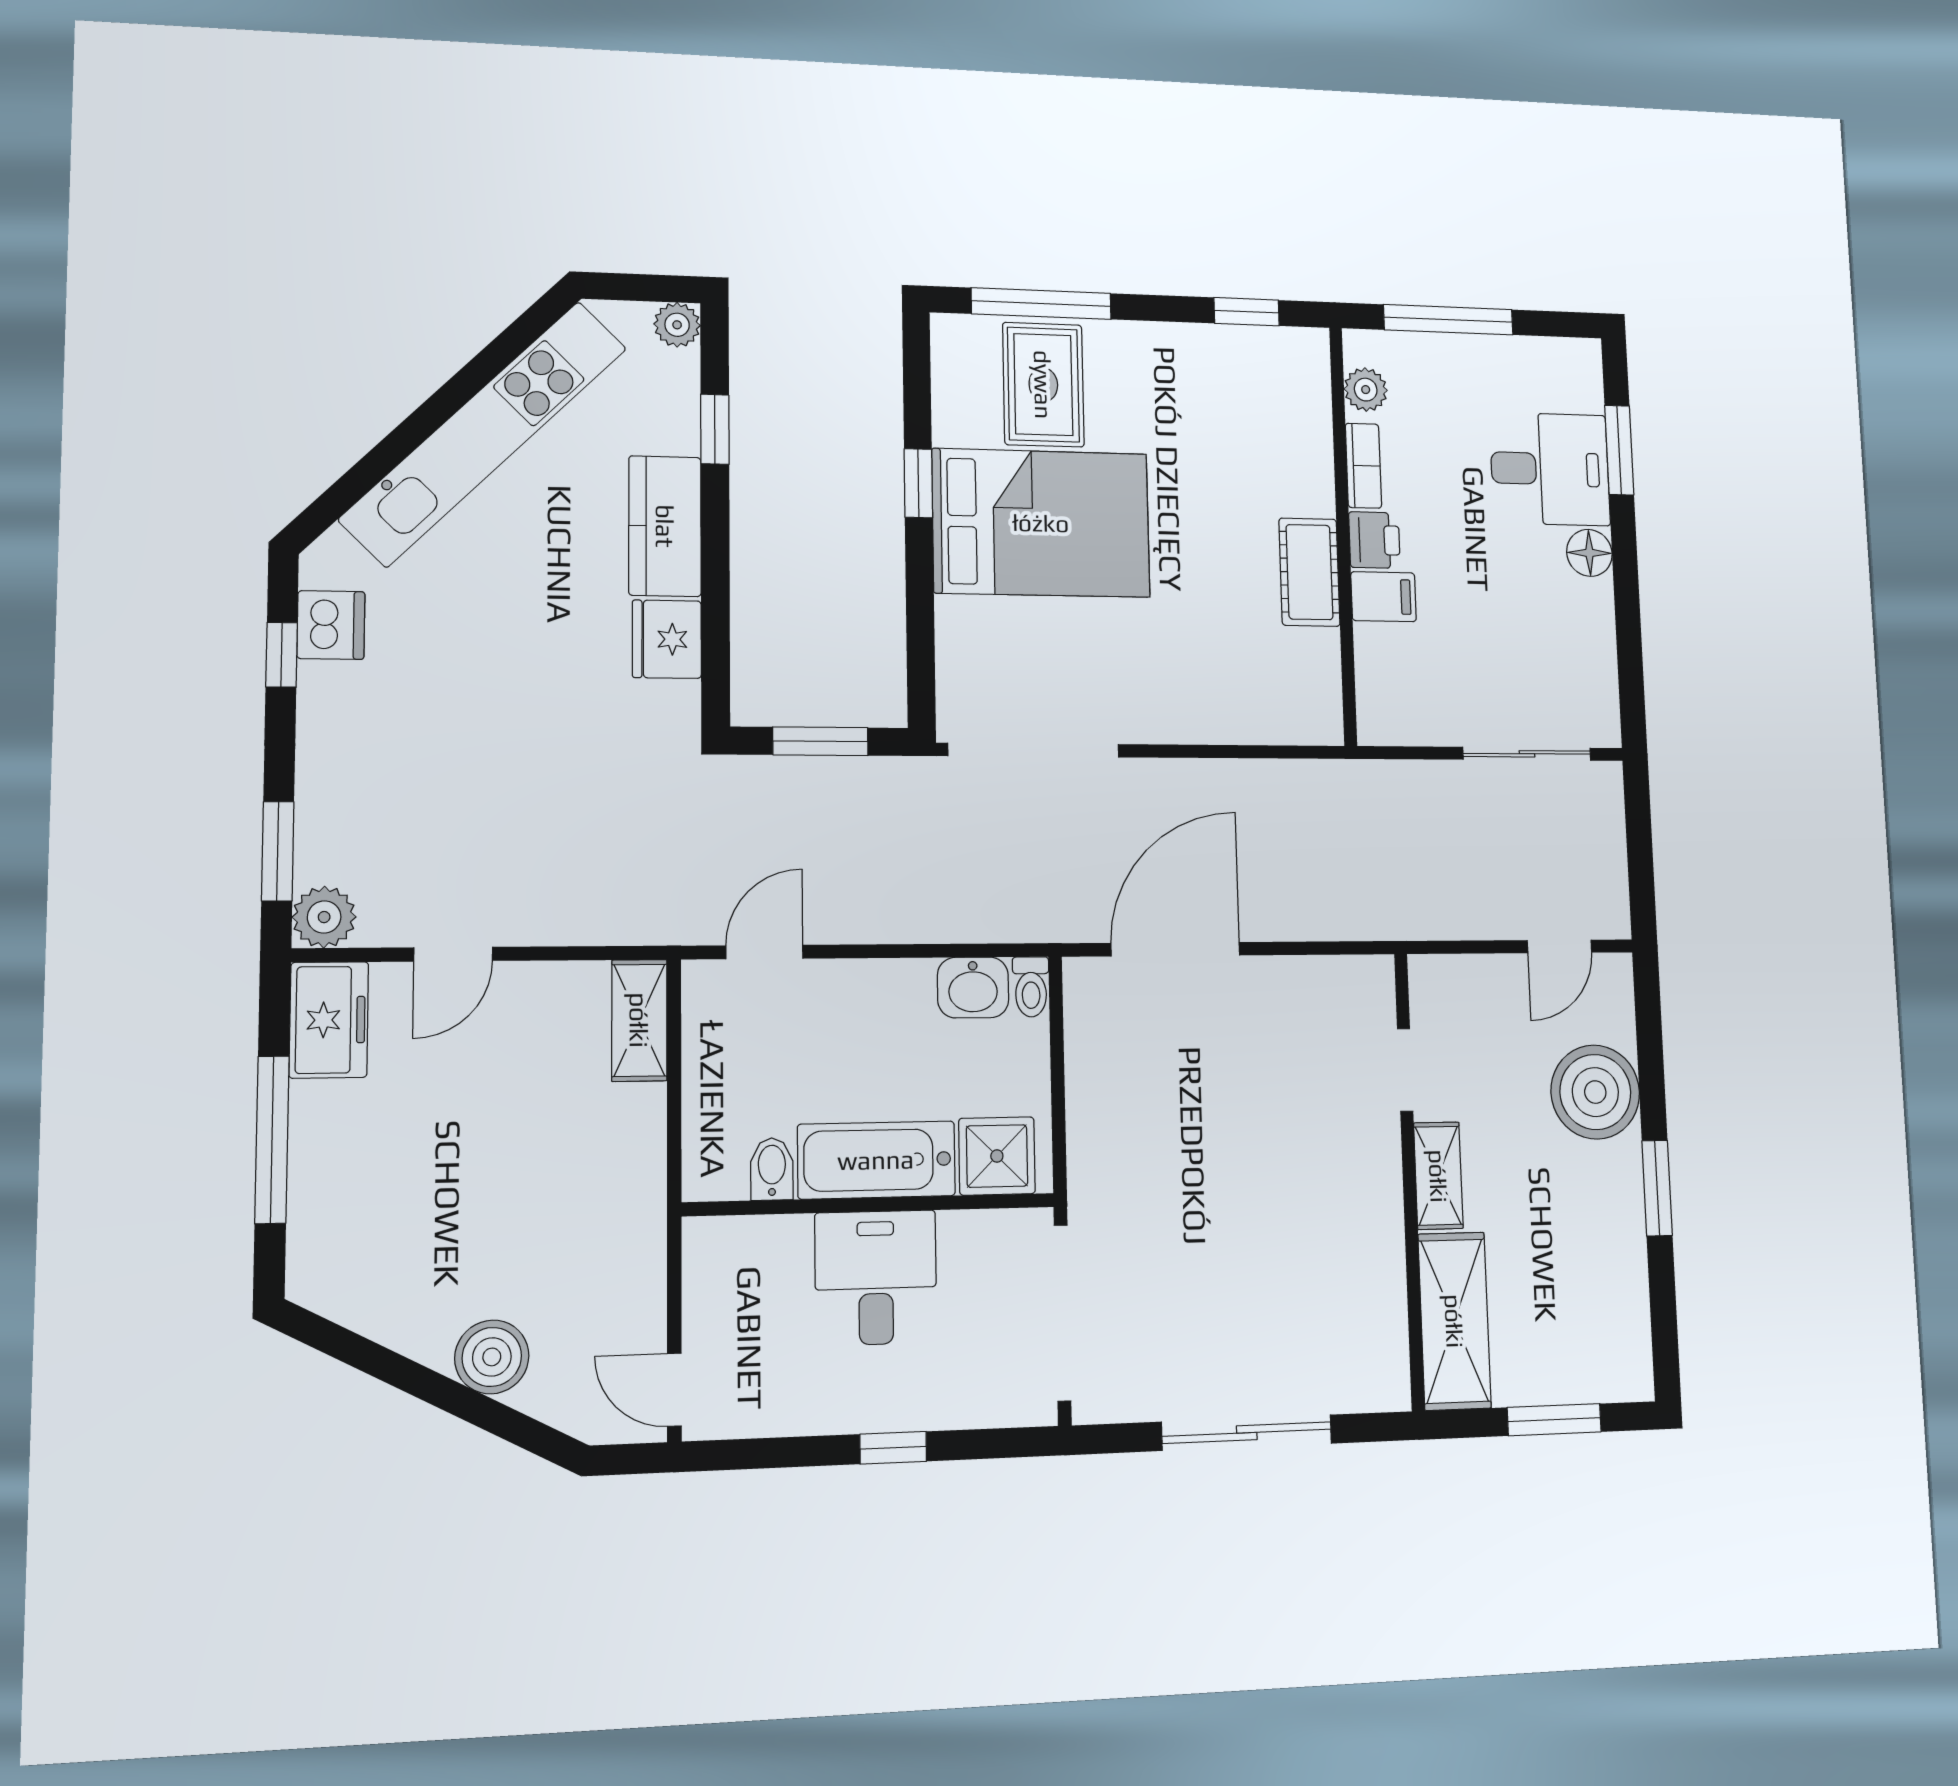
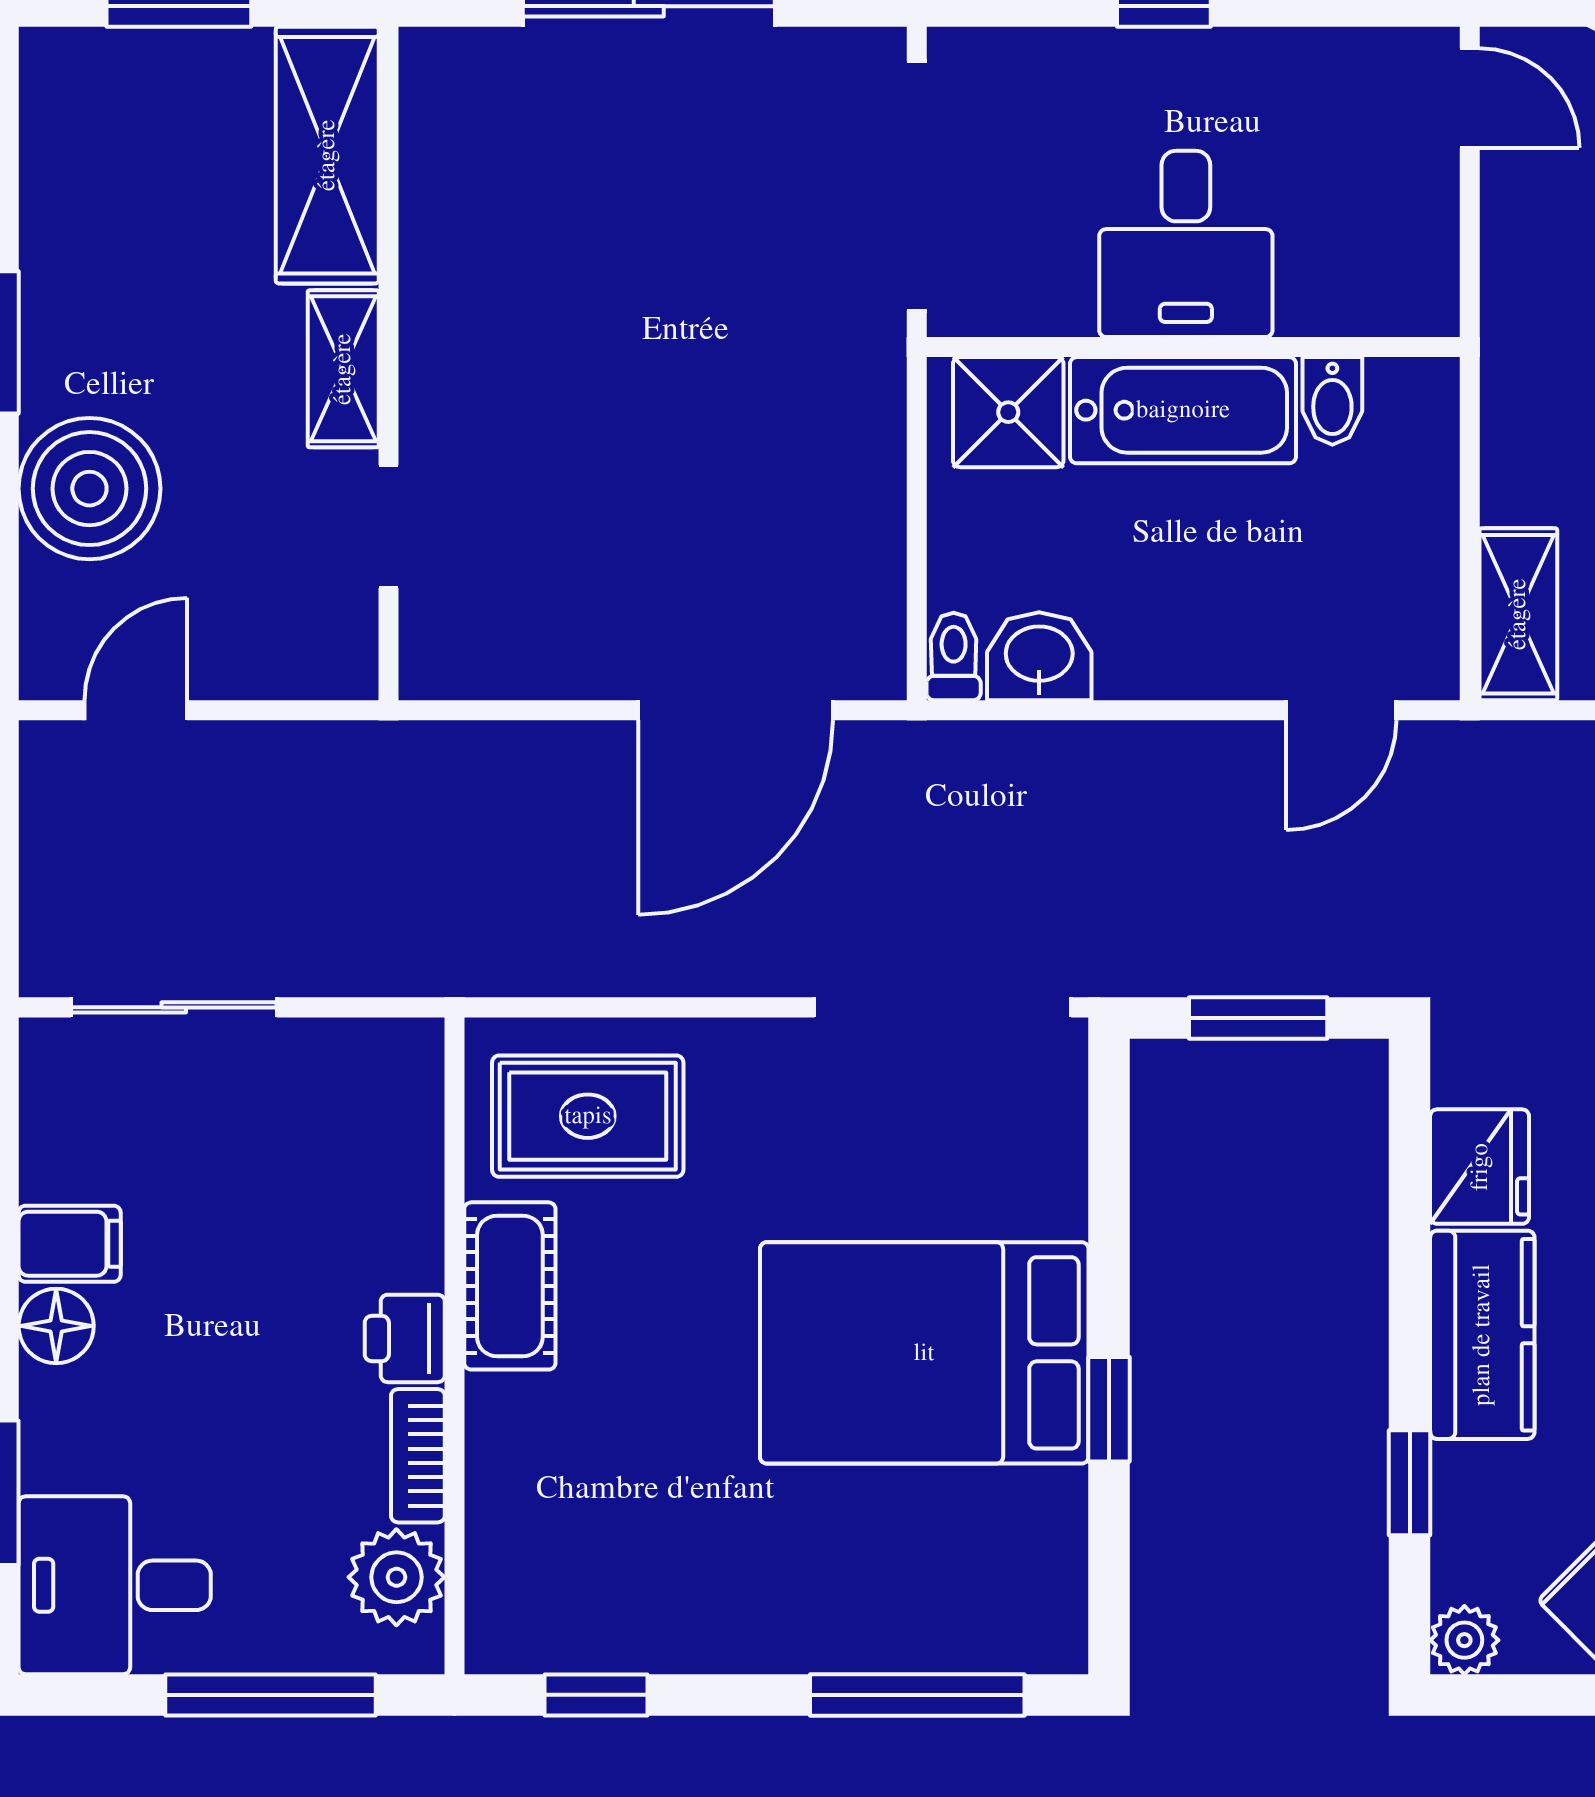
rug: (1043, 385) -> (588, 1116), moved, turned 90
plant: (1366, 390) -> (396, 1577), width x1.38, depth x1.38
desk: (1550, 469) -> (115, 1585), moved
filing cabinet: (1384, 597) -> (70, 1244), moved, turned 180

